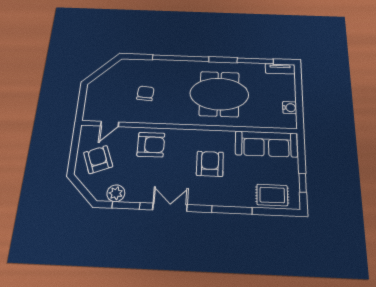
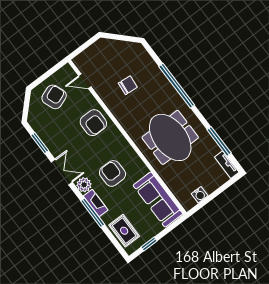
armchair: (210, 164) -> (112, 173), turned -90
plant: (116, 193) -> (84, 185), moved
fireplace: (225, 200) -> (96, 203), added

